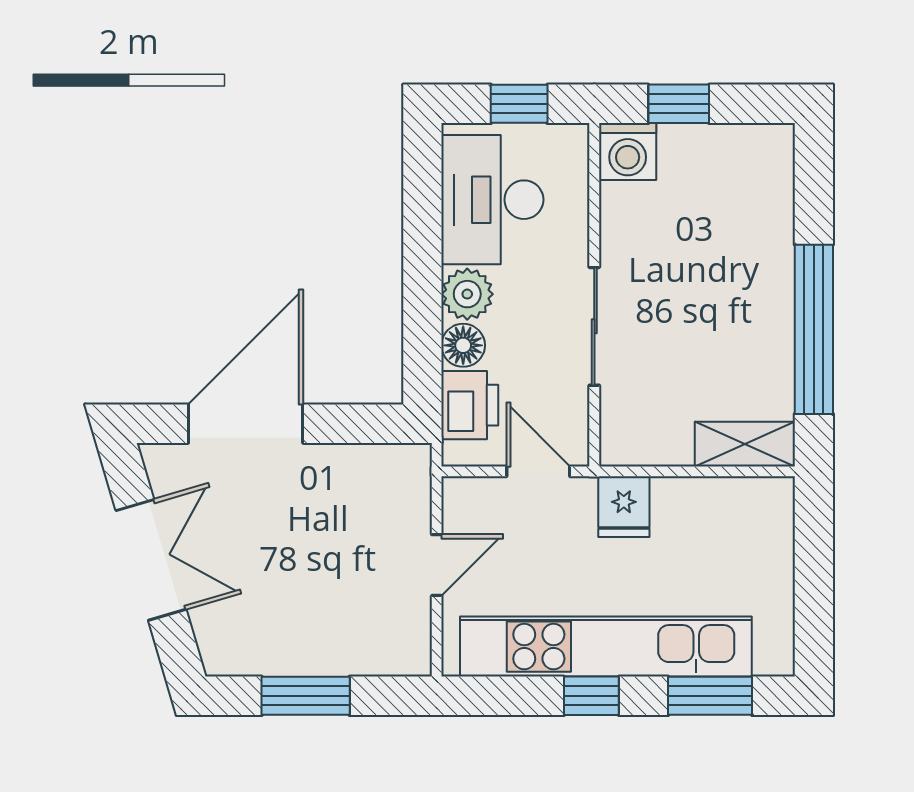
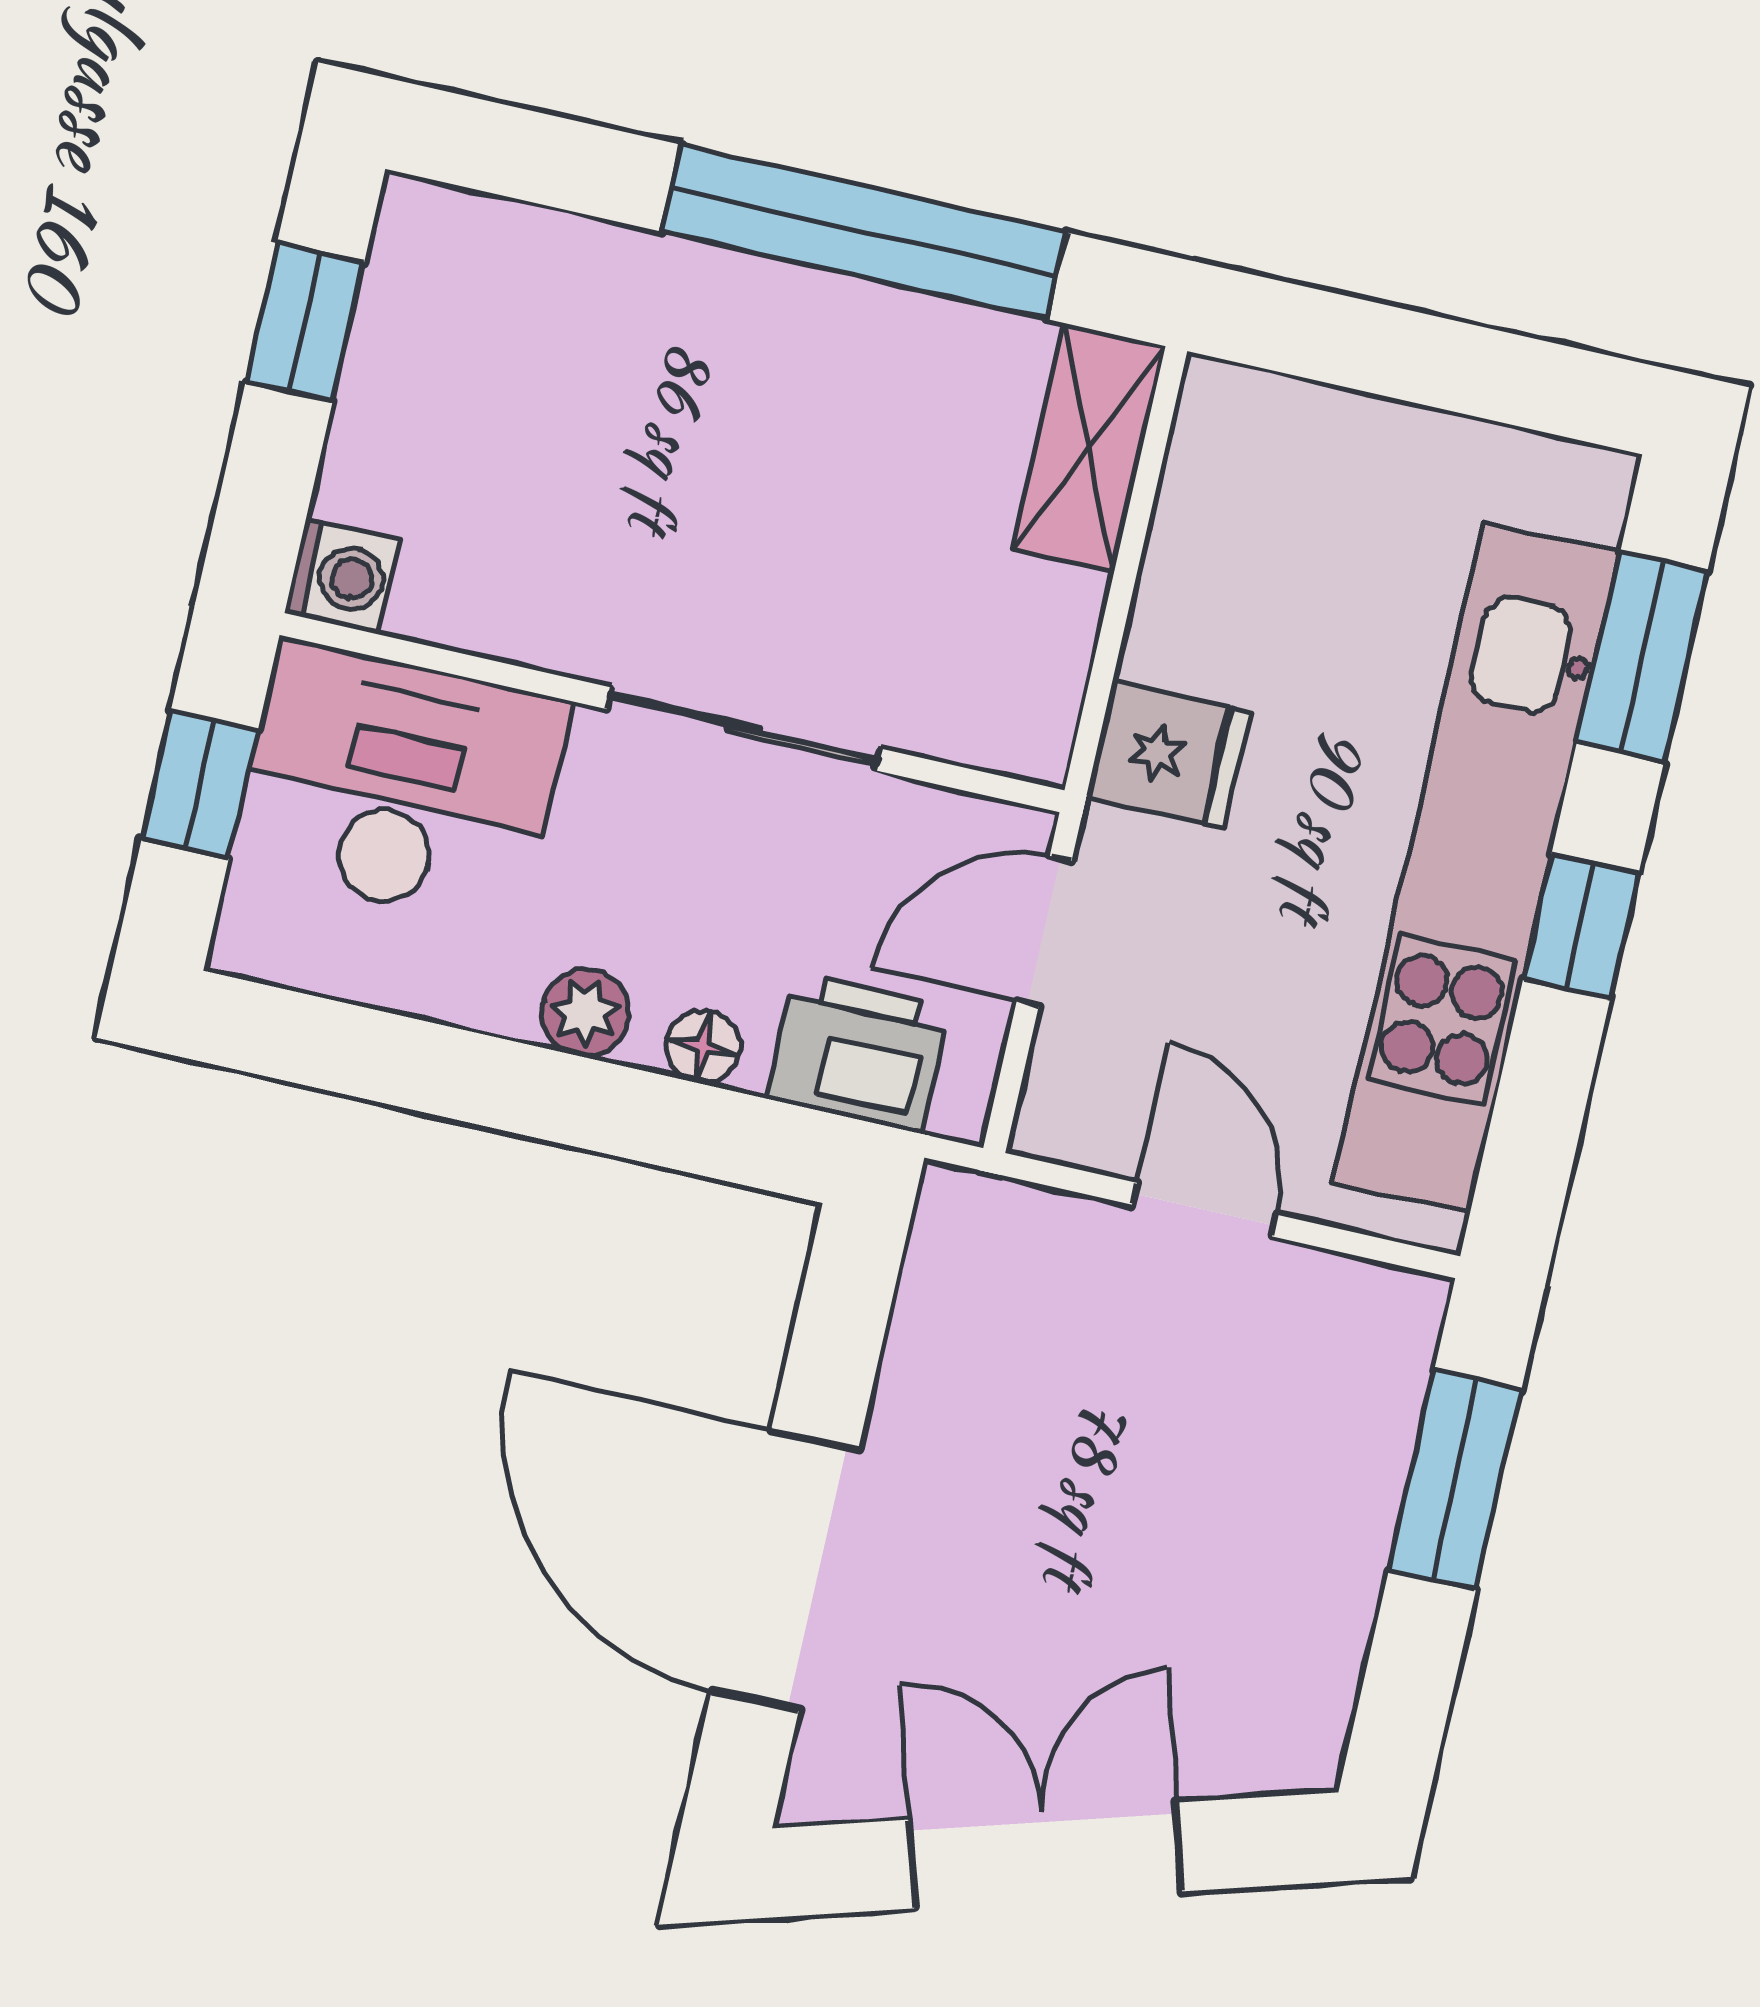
window: (679, 104) -> (305, 322), moved
washing machine: (628, 151) -> (342, 577), width x0.73, depth x0.73
desk: (492, 200) -> (400, 784), moved, turned 180
plant: (467, 294) -> (585, 1013), width x0.73, depth x0.73
floor lamp: (463, 345) -> (703, 1047), width x0.73, depth x0.73
window: (306, 696) -> (1455, 1480), moved

